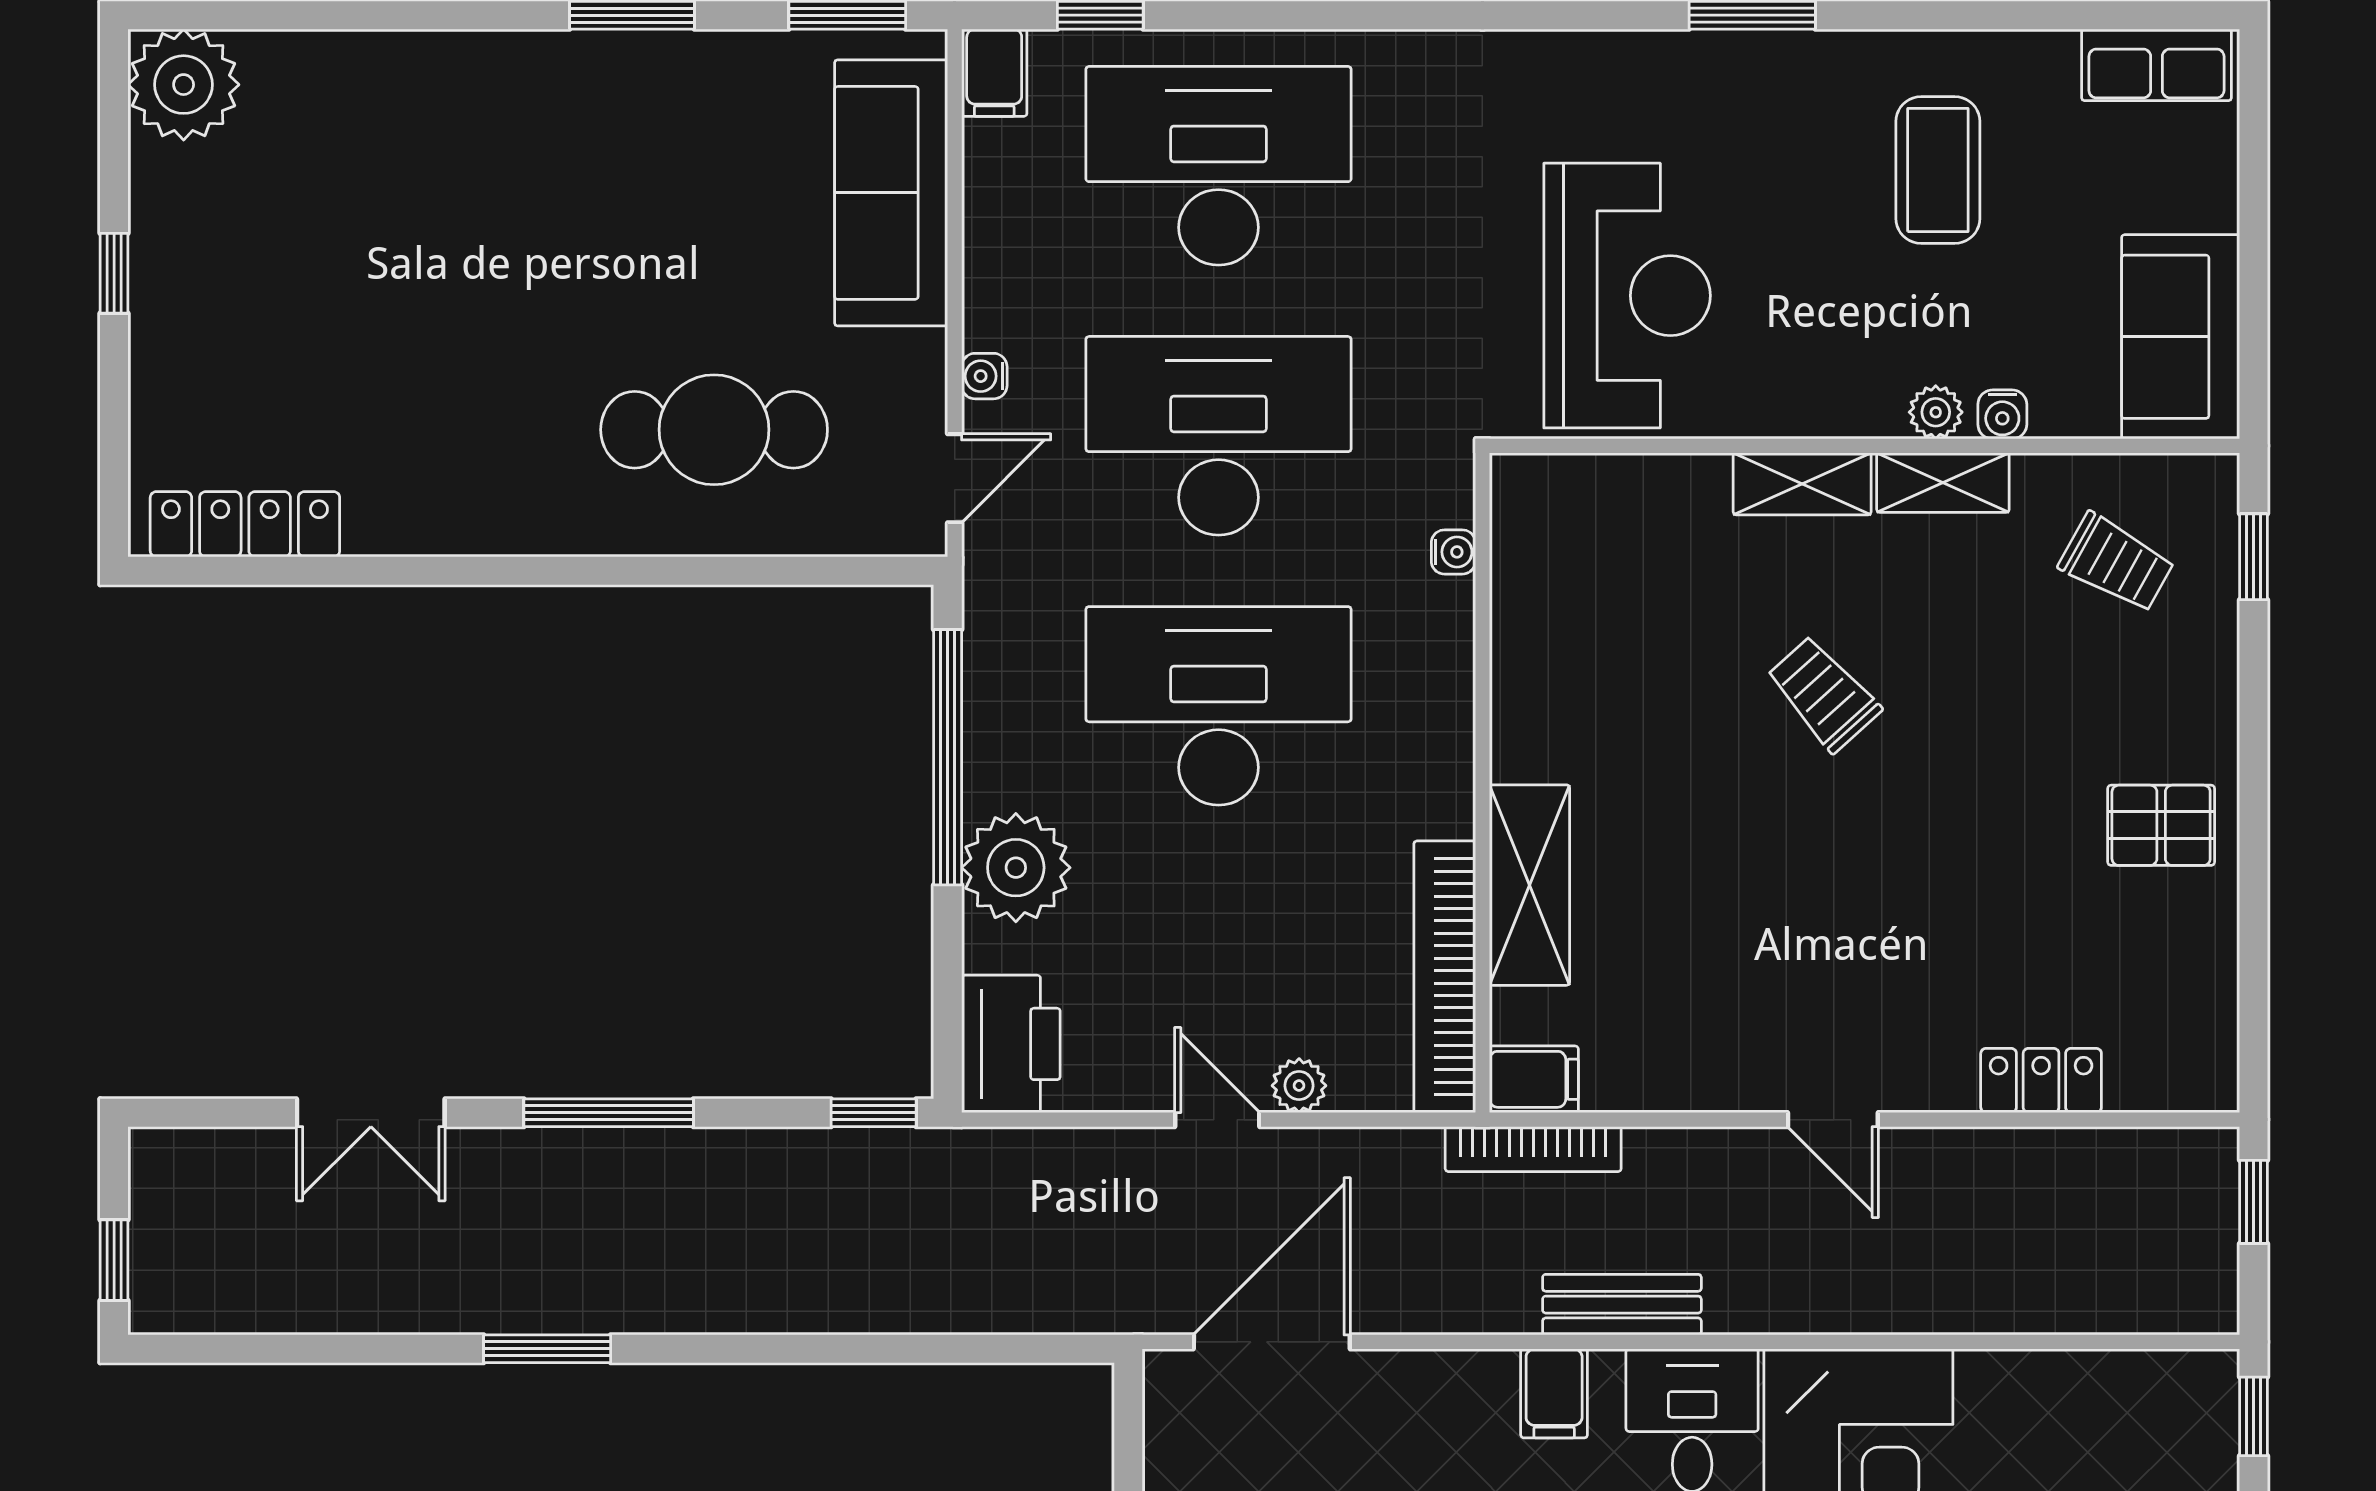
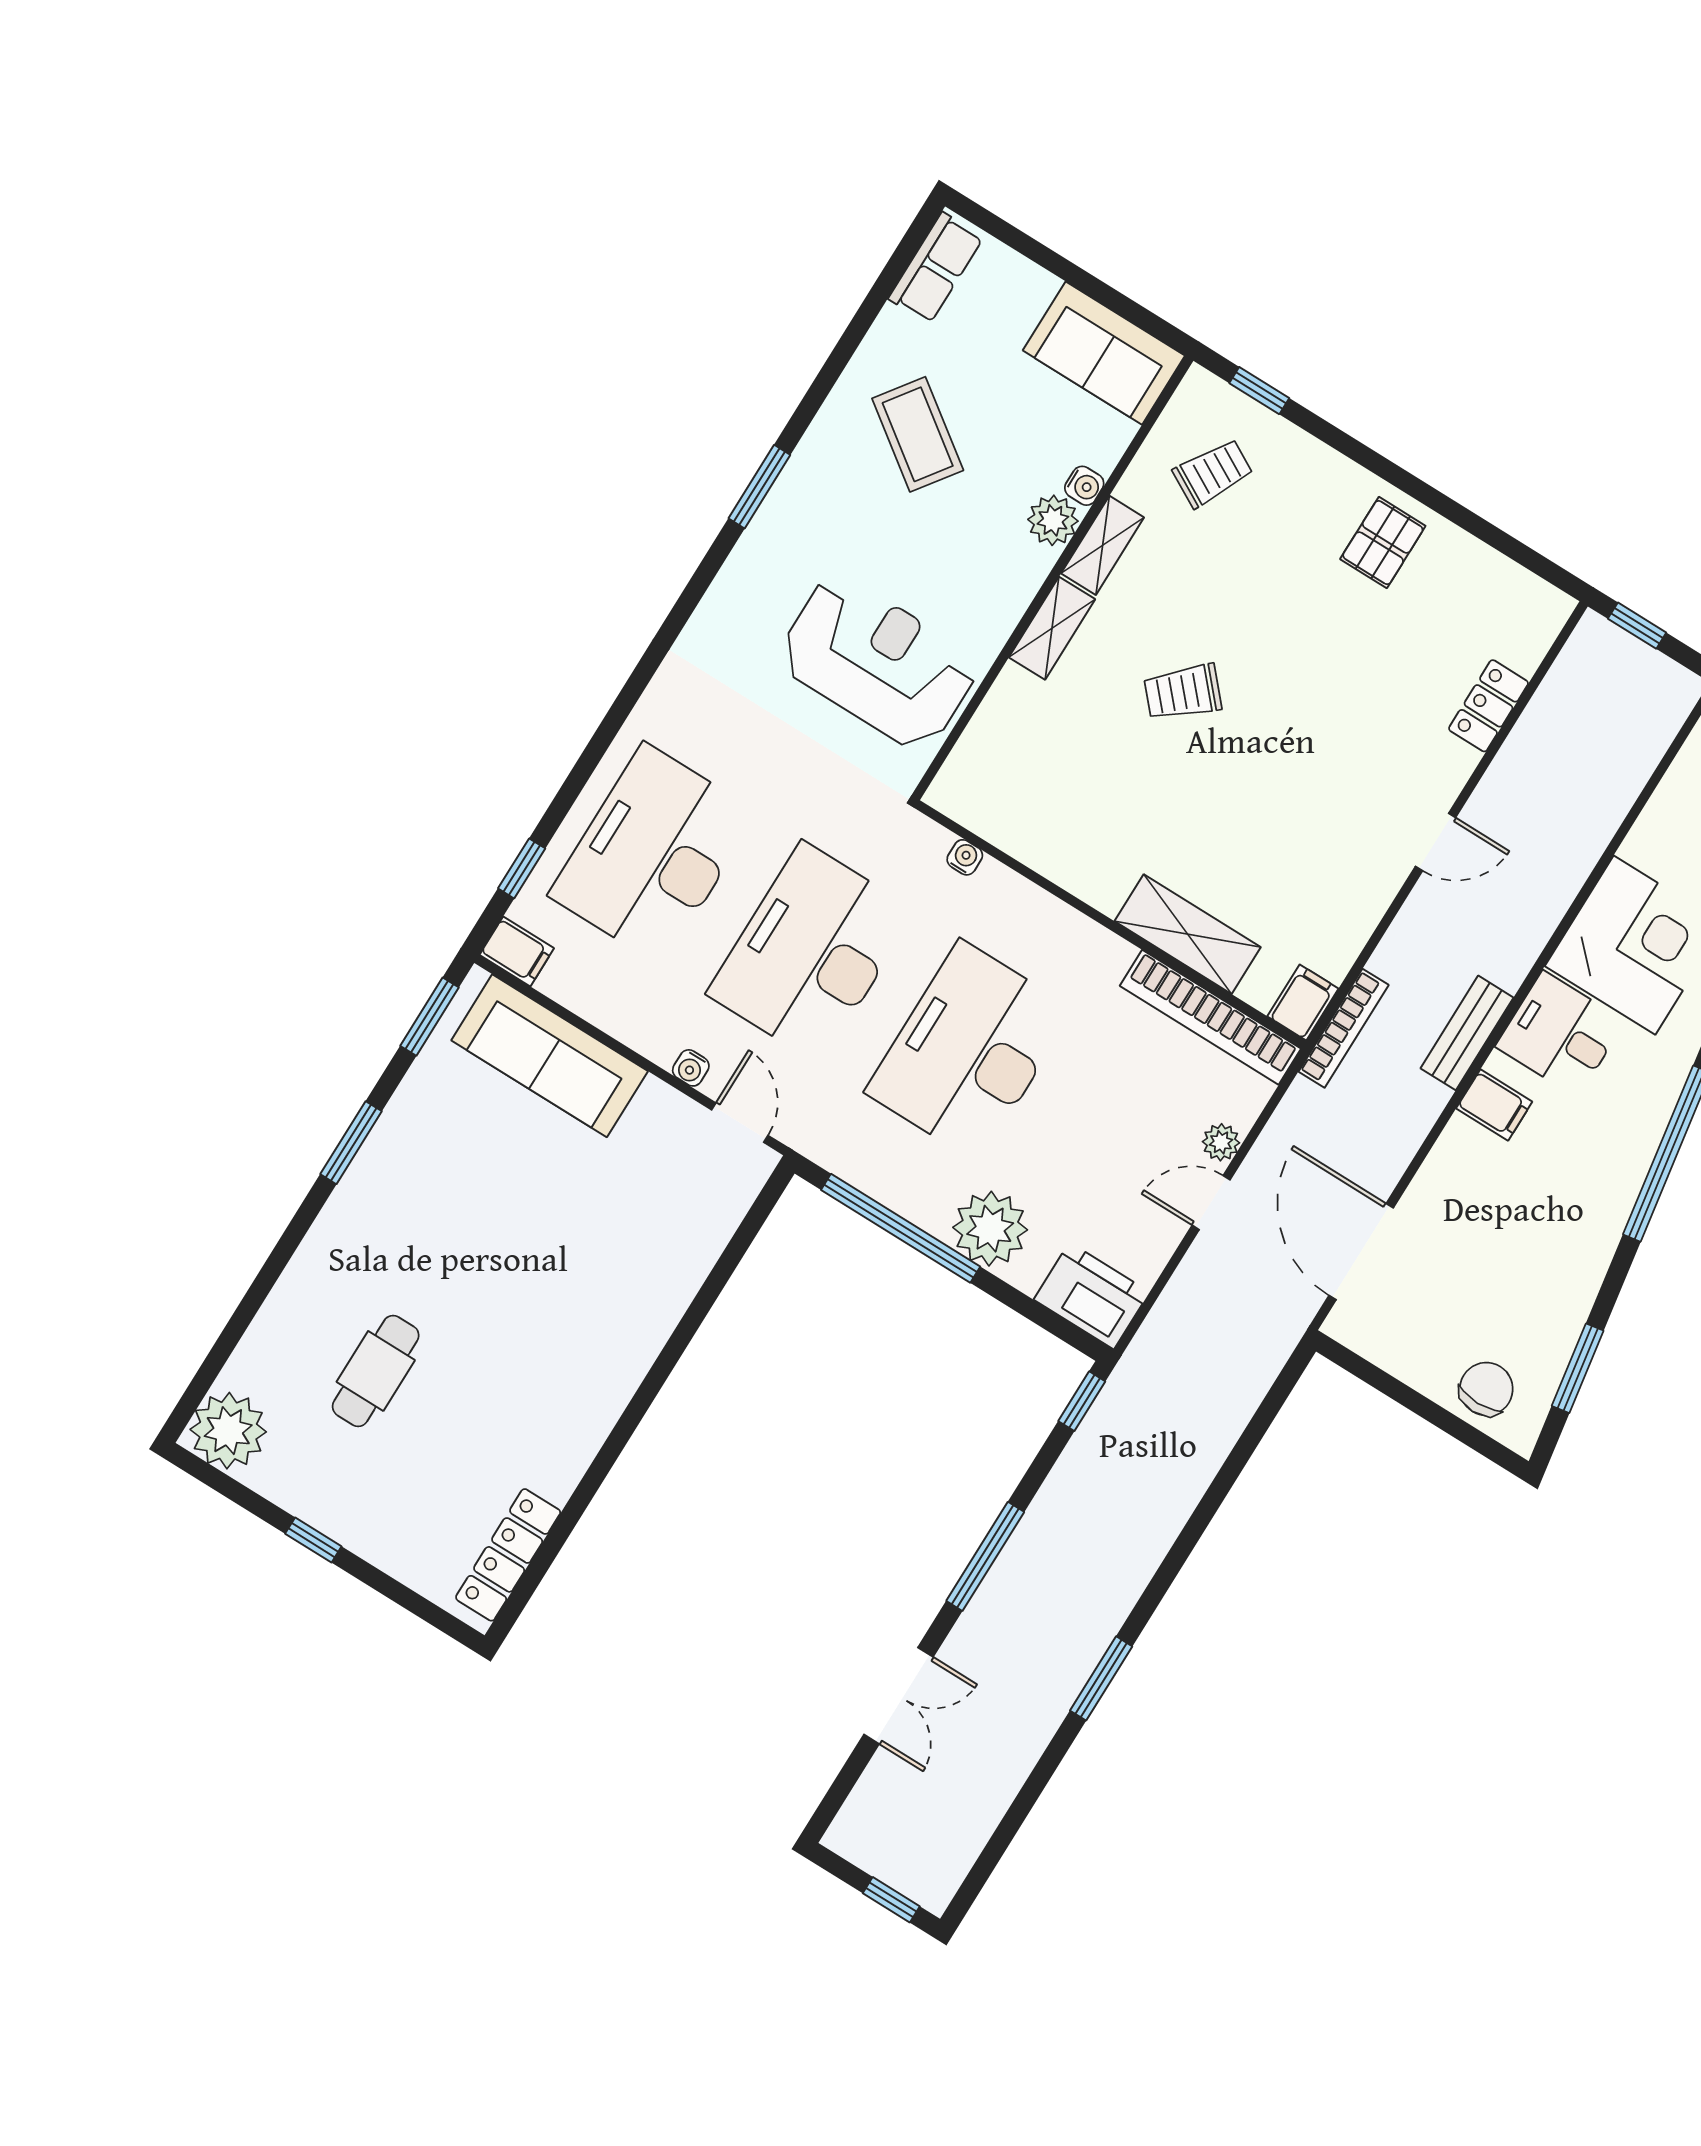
coffee table: (1938, 170) -> (918, 434), turned 36
plant: (1936, 412) -> (1053, 520), width x1.38, depth x1.38
cafe table: (714, 430) -> (376, 1371), moved, width x0.73, depth x0.74

